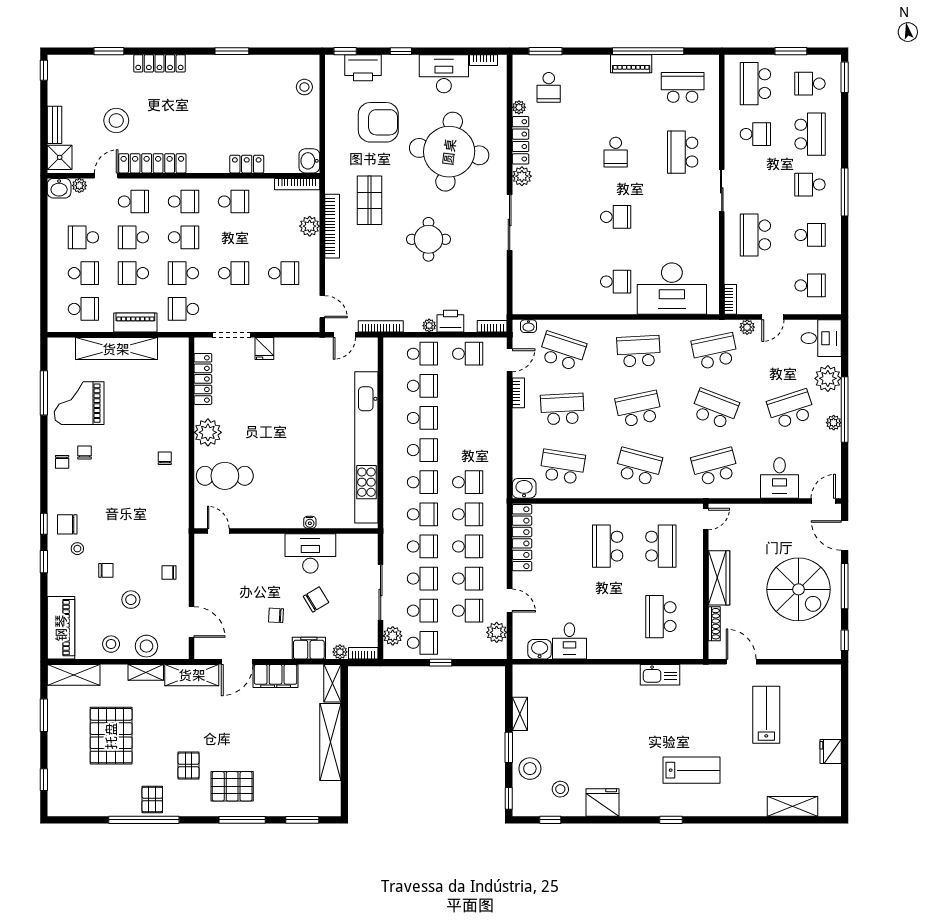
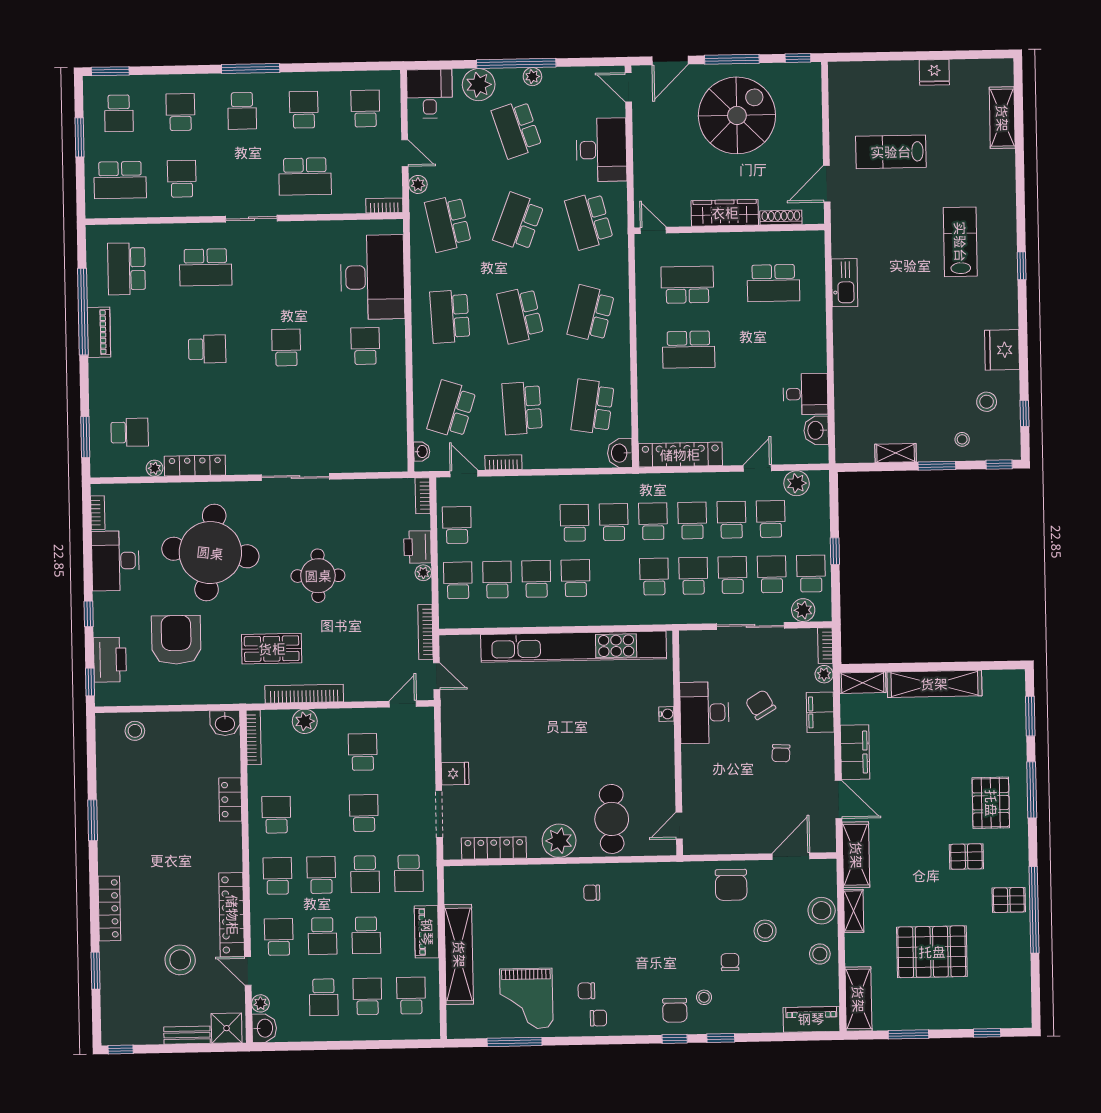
school desk: (810, 134) -> (180, 112), width x0.54
plant: (522, 176) -> (239, 463), removed
desk: (780, 478) -> (601, 150), width x1.37
school desk: (422, 482) -> (575, 523), moved
chair: (169, 572) -> (731, 885), width x1.87, depth x1.87
piano: (61, 628) -> (811, 1019), width x0.73, depth x0.75
stool: (530, 769) -> (962, 439), width x0.53, depth x0.53

